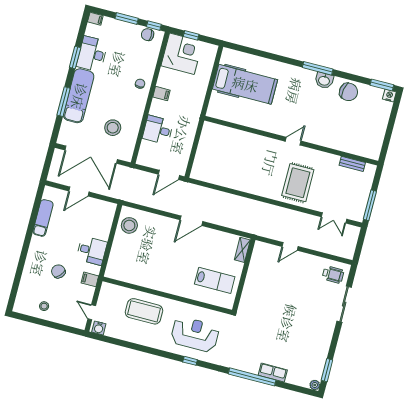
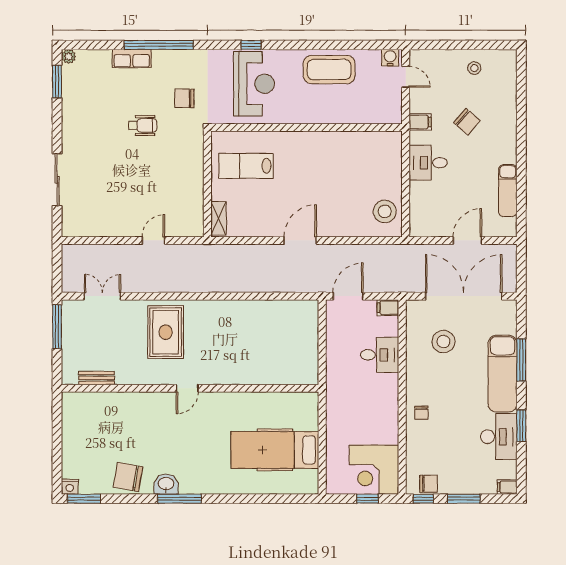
filing cabinet: (161, 94) -> (388, 308), moved
wheelchair: (333, 275) -> (143, 125), moved, turned 180
coffee table: (144, 311) -> (329, 70), moved
reception desk: (195, 334) -> (254, 84), turned -90
chair: (244, 337) -> (184, 98), added

